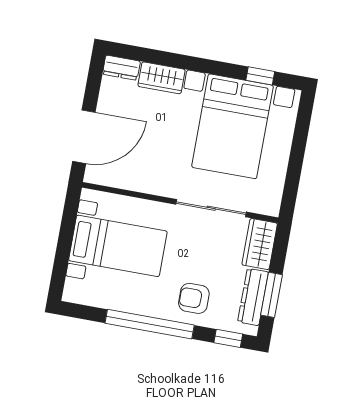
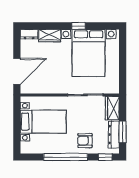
window: (260, 76) -> (78, 26), moved

